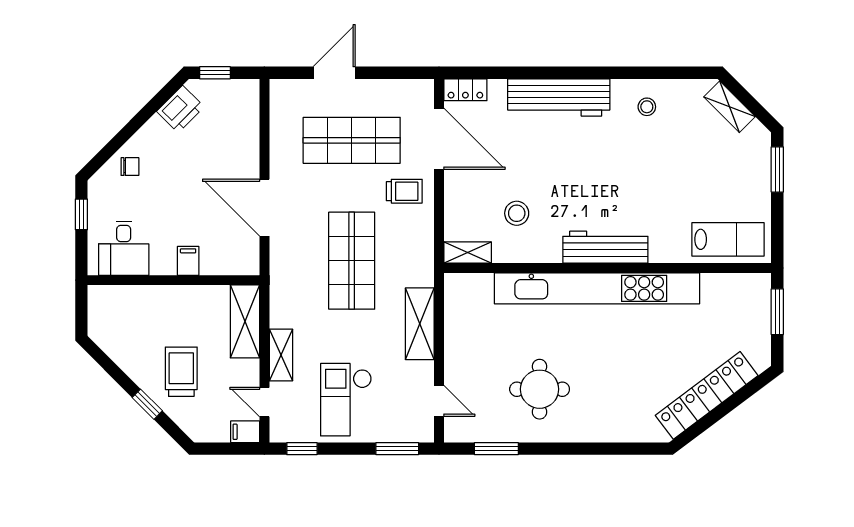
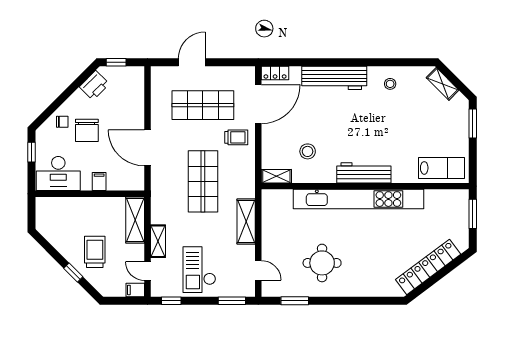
door: (439, 139) -> (258, 104), hinge flipped
chair: (169, 180) -> (87, 130), added
desk: (124, 248) -> (58, 174), width x1.37

